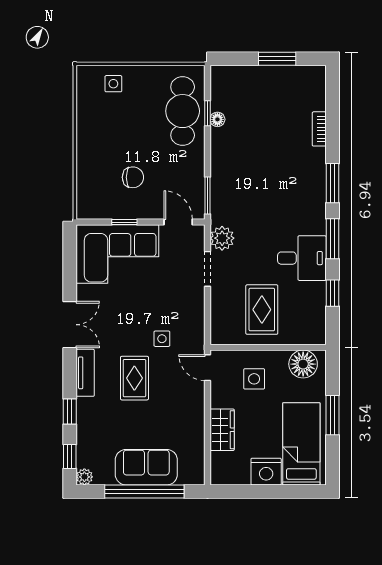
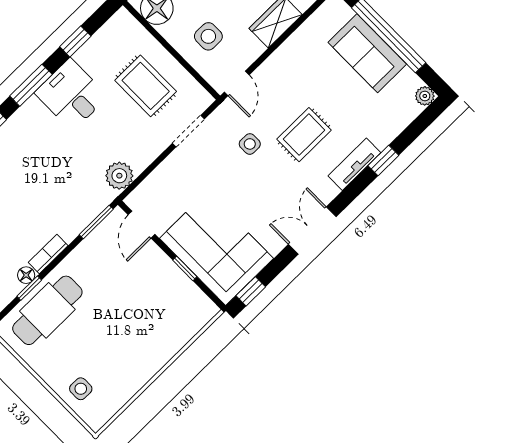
bookcase: (217, 146) -> (48, 254), added
chair: (133, 177) -> (141, 297), removed
doorway: (207, 269) -> (188, 131), moved
rug: (262, 310) -> (146, 86), turned 90
tv unit: (85, 373) -> (354, 164), moved
window: (70, 457) -> (251, 291), moved

